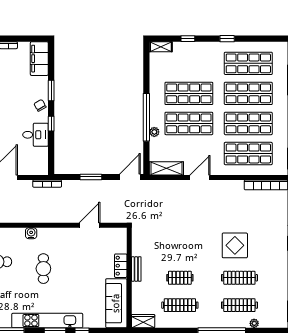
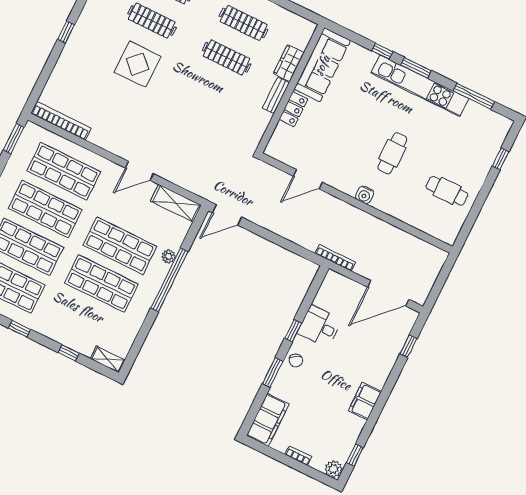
window: (91, 177) -> (276, 239), removed
water cooler: (31, 233) -> (365, 195), moved
clothes rail: (180, 278) -> (227, 57), width x1.36
wardrobe: (143, 321) -> (289, 63), moved, turned 90

